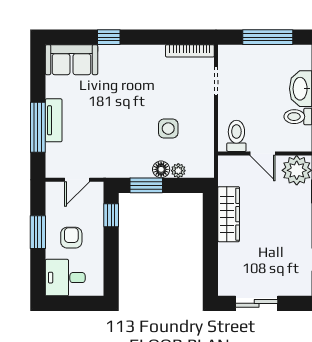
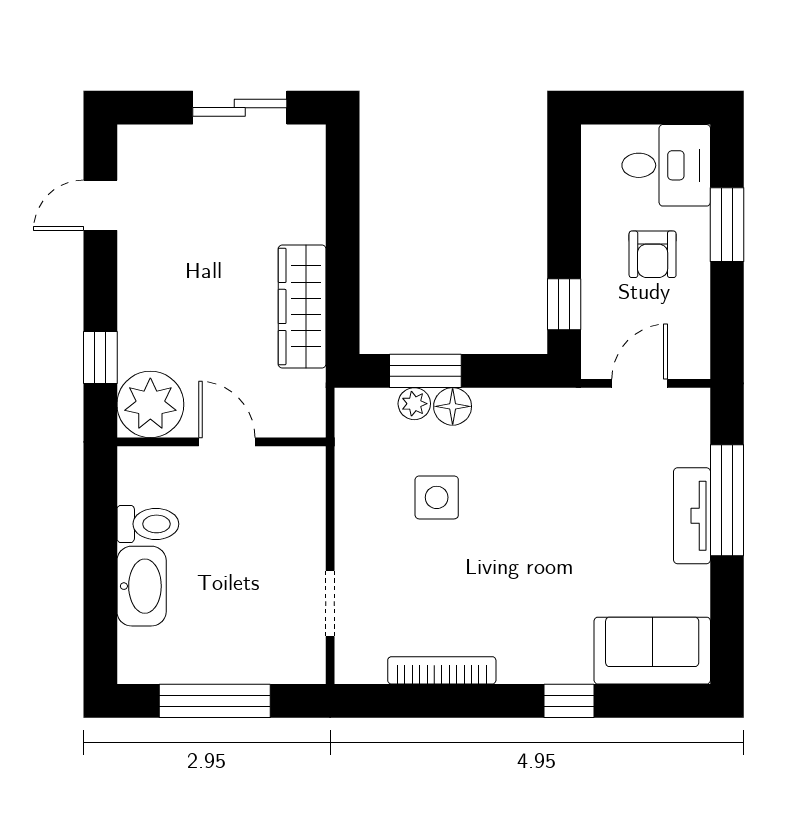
bookcase: (190, 51) -> (442, 670), moved
toilet: (236, 136) -> (285, 481), removed
window: (146, 185) -> (425, 371), moved
window: (38, 232) -> (727, 225), moved

